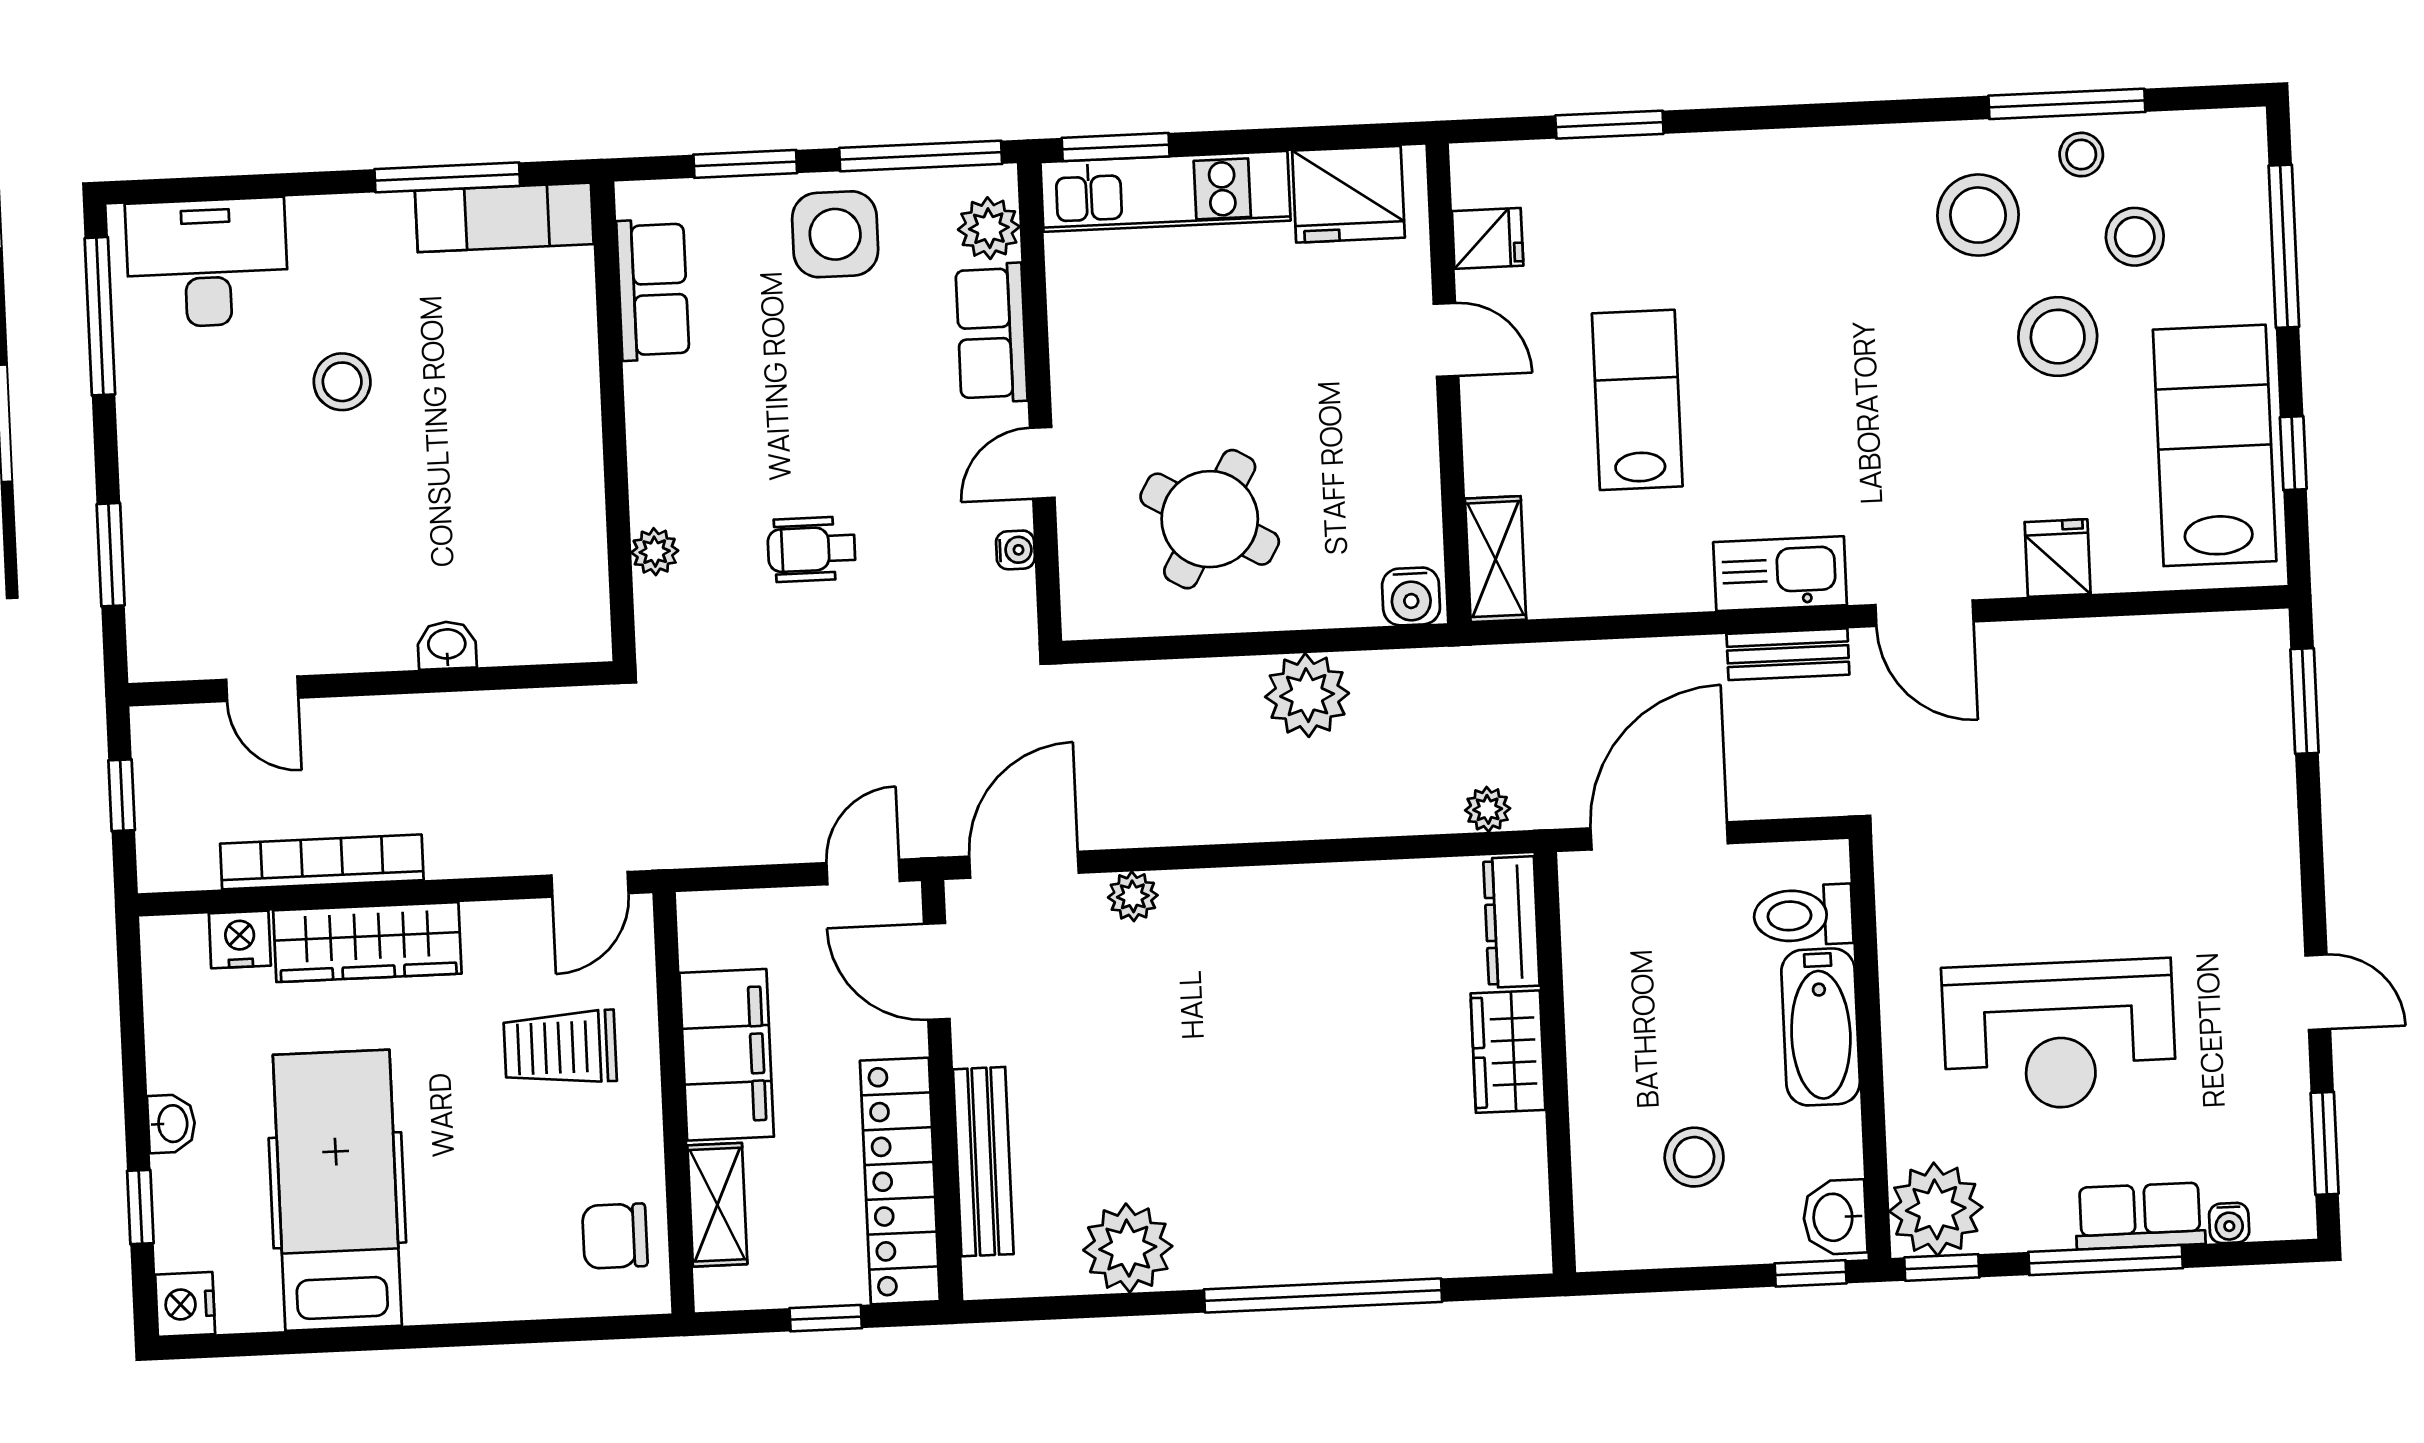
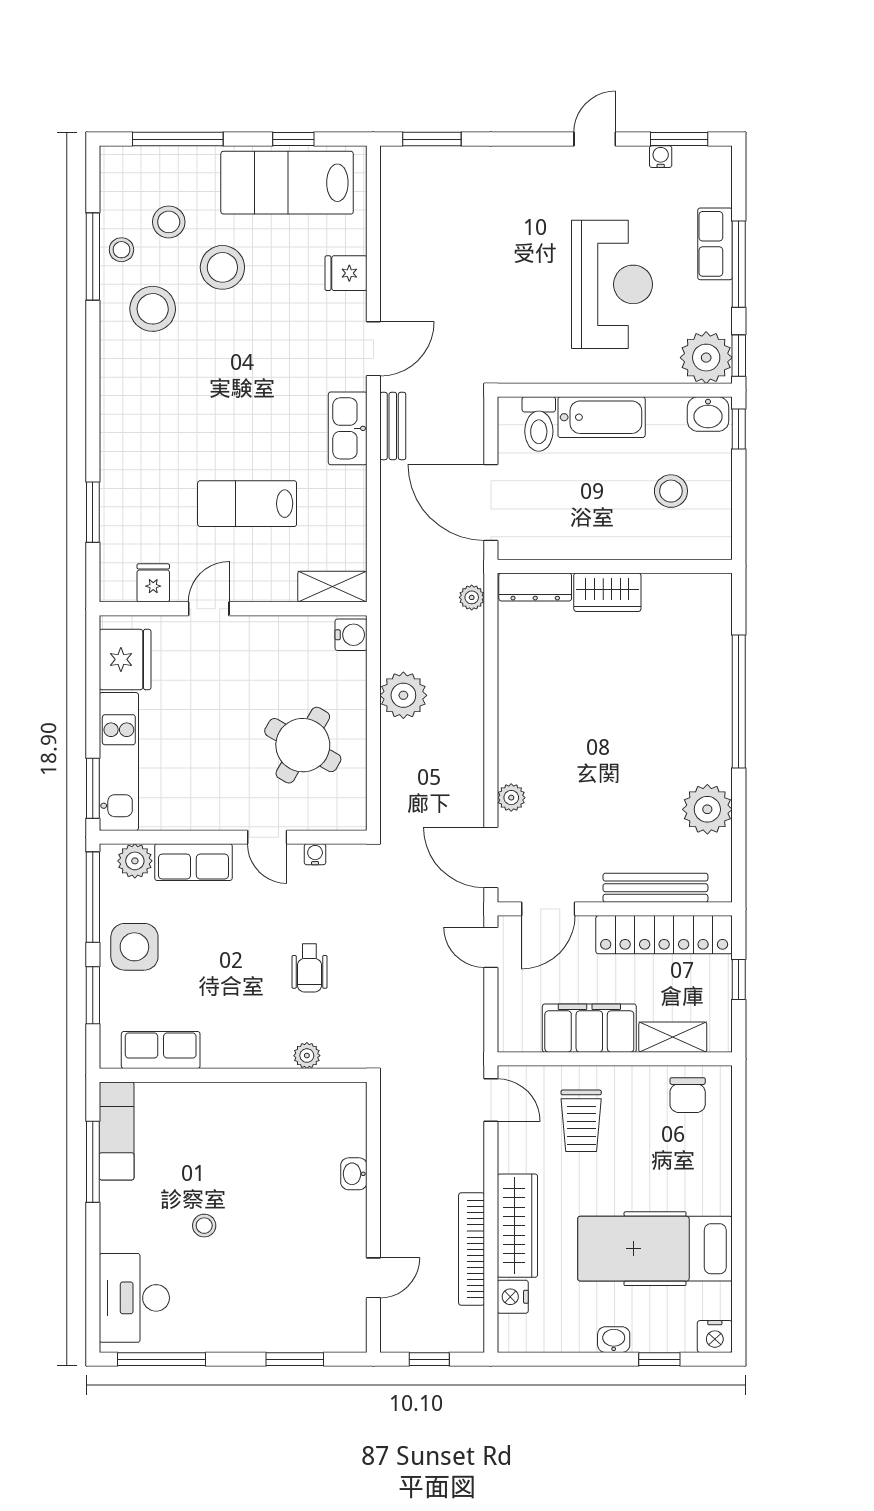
stool: (342, 382) -> (204, 1226), width x0.73, depth x0.73
water cooler: (2229, 1223) -> (661, 157), moved, turned -90

